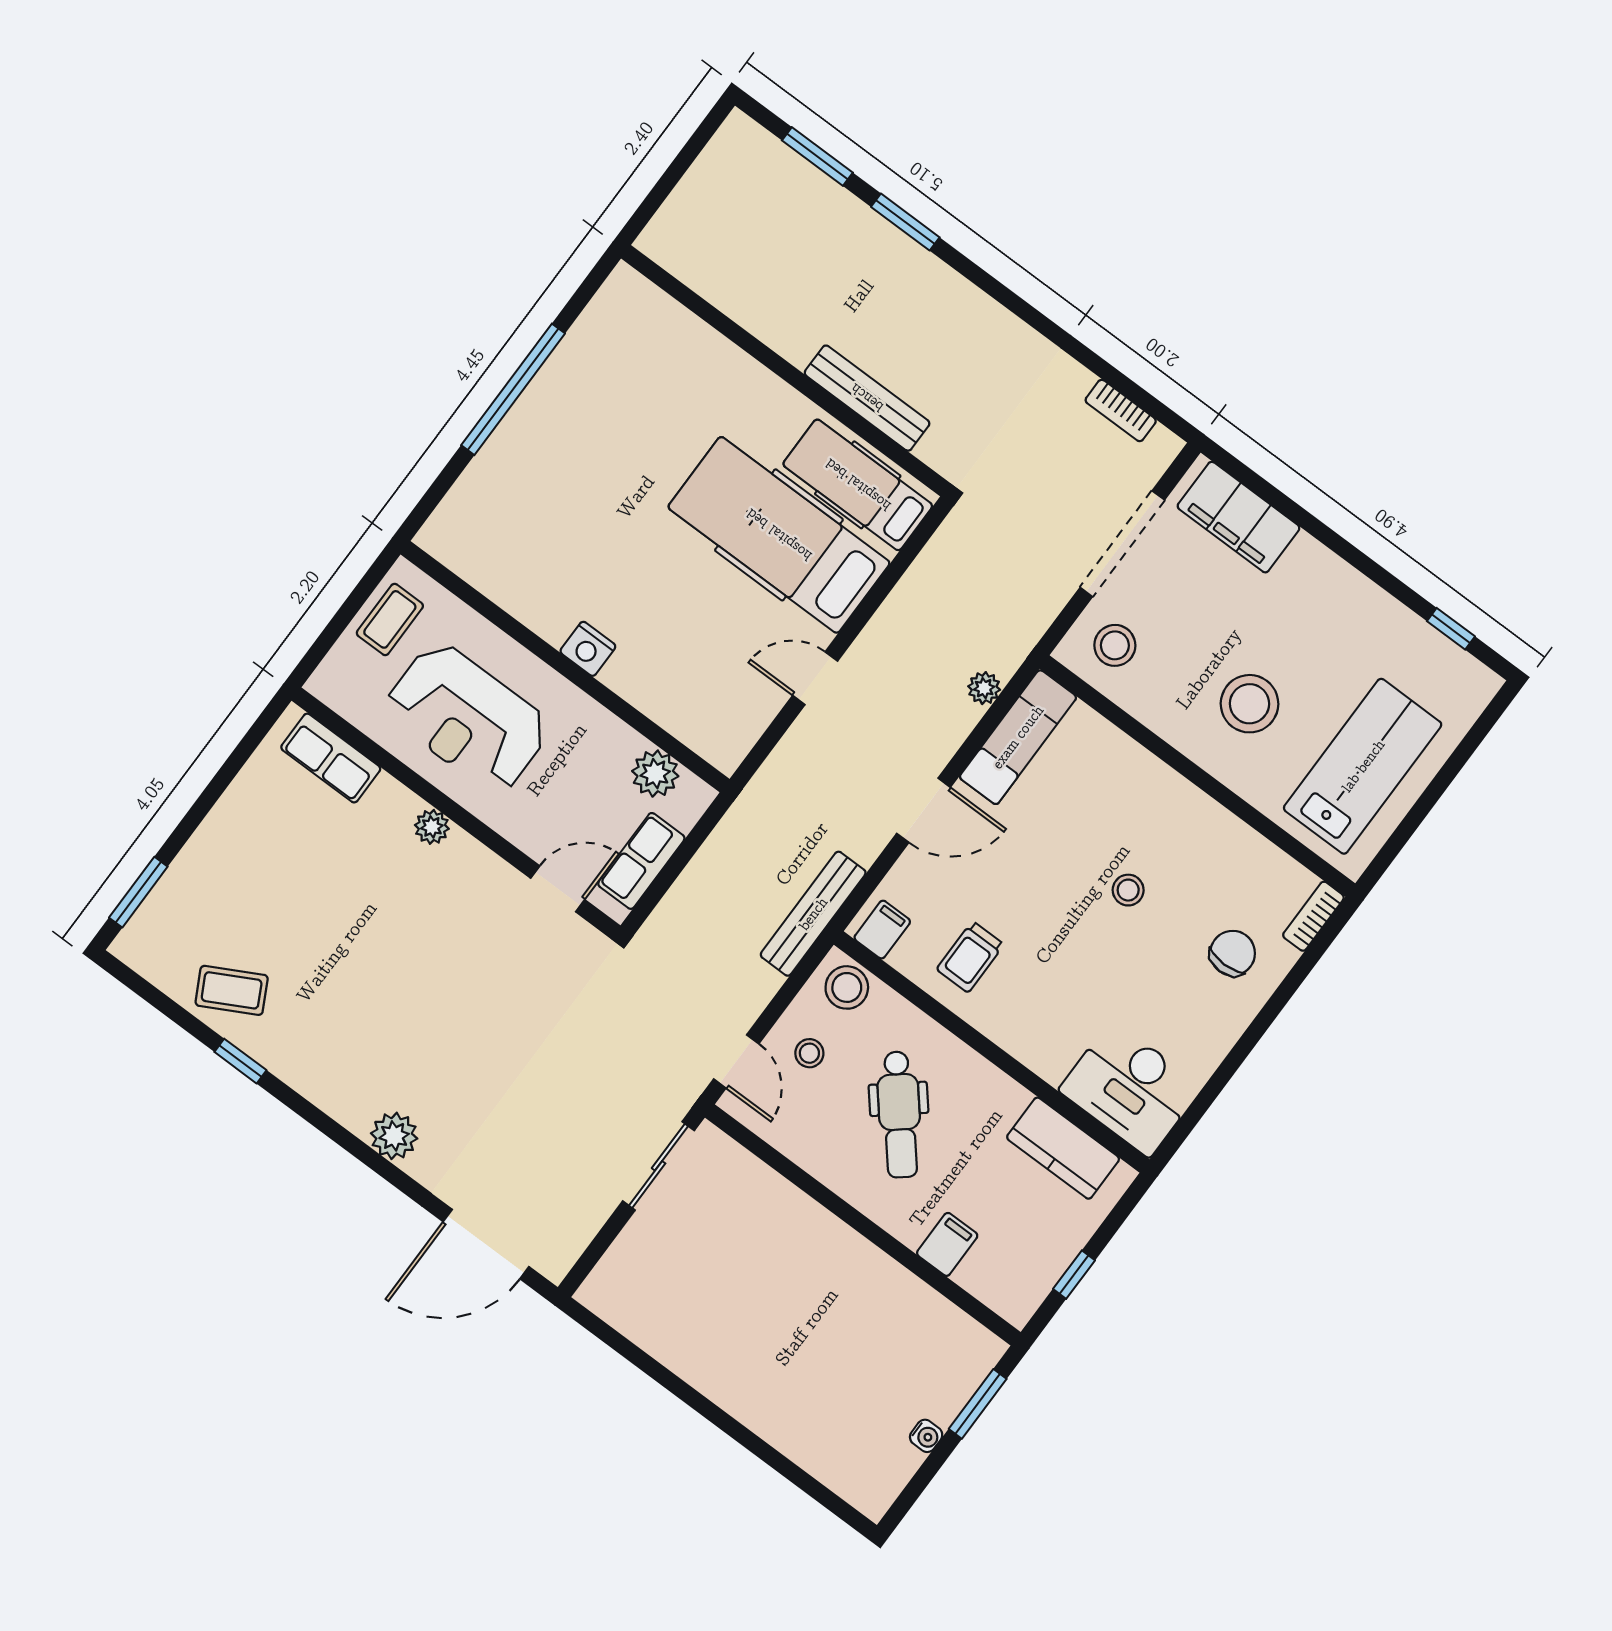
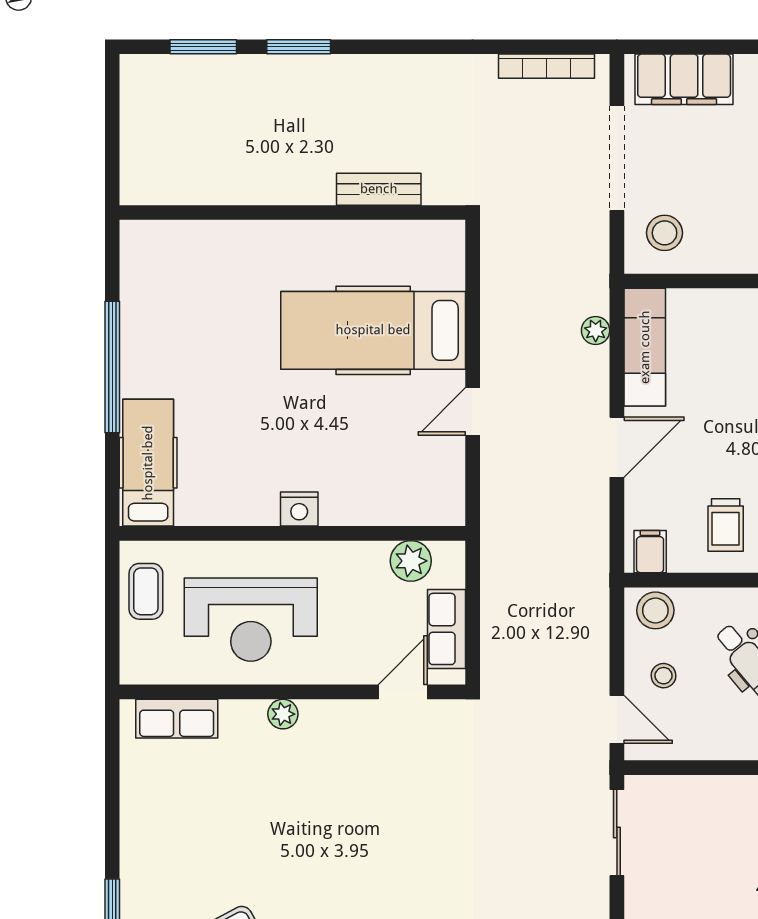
bench: (867, 398) -> (379, 189), width x0.73
bookcase: (1121, 410) -> (547, 66), width x1.56
hospital bed: (858, 485) -> (148, 463), moved, turned 90
bench: (813, 914) -> (594, 577), removed

